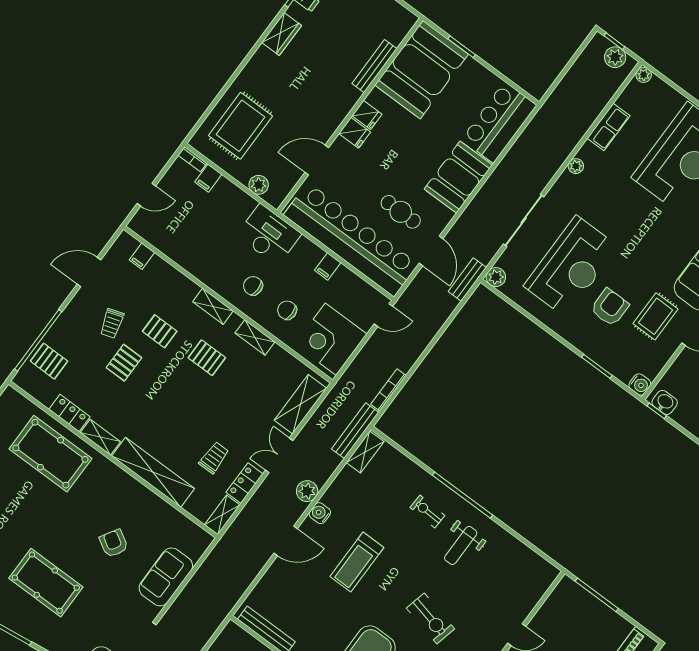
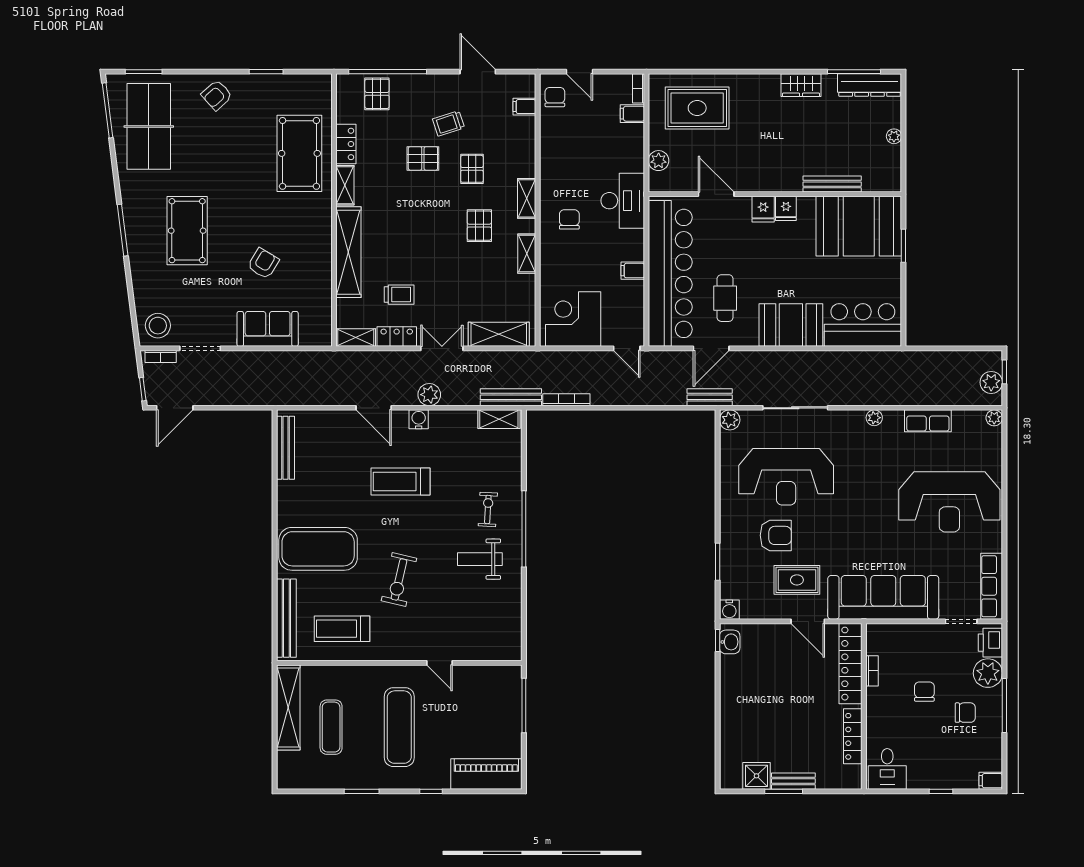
chair: (287, 310) -> (555, 97), moved

